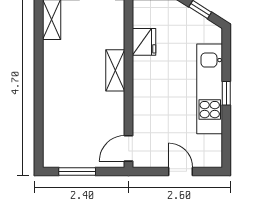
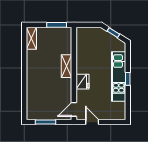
fridge: (144, 42) -> (82, 82), moved
door: (181, 171) -> (92, 122), moved

